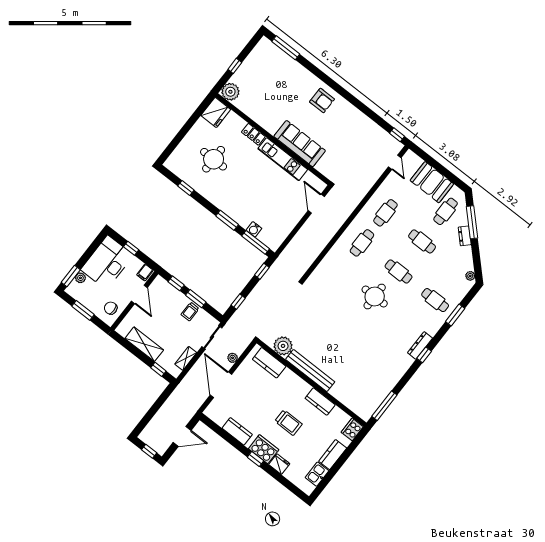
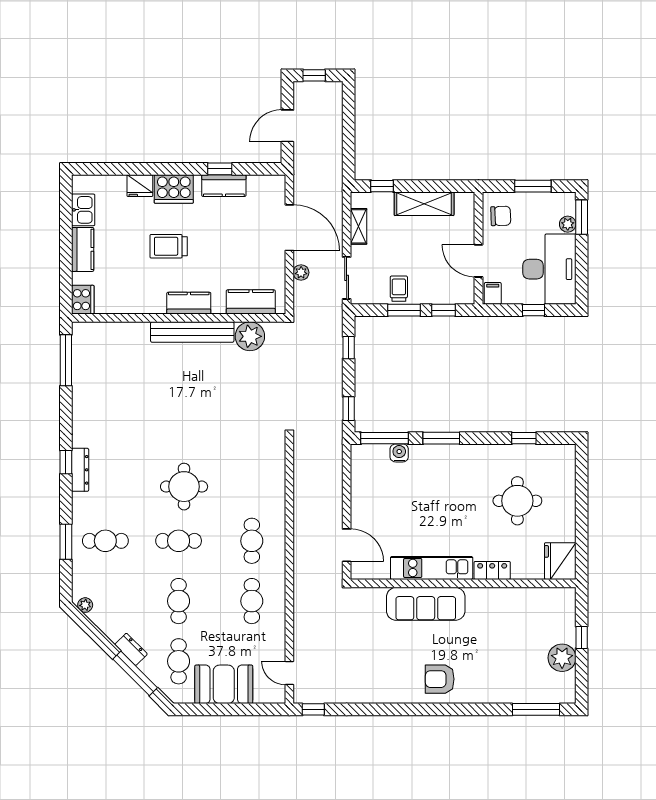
plant: (230, 92) -> (562, 658), moved
cafe table: (422, 241) -> (179, 601), turned 90
kitchen counter: (320, 402) -> (189, 303), moved
window: (255, 459) -> (220, 169), moved

